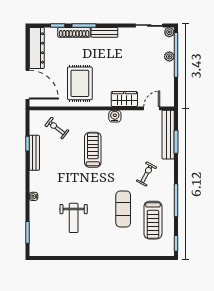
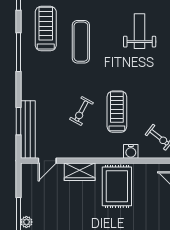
rug: (80, 83) -> (117, 186), moved
water cooler: (115, 116) -> (131, 151), moved
treadmill: (93, 150) -> (117, 112), turned 180
exercise bike: (146, 174) -> (81, 111), moved

